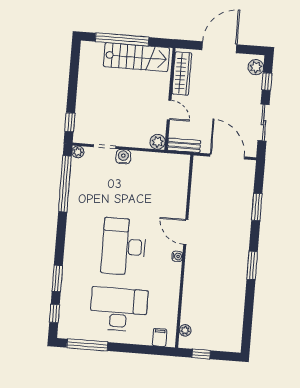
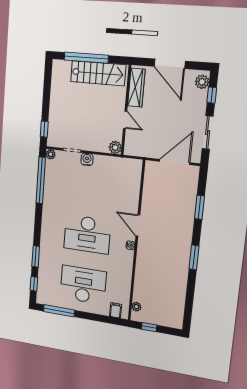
door: (219, 47) -> (170, 64), swing flipped
bench: (184, 145) -> (137, 151), removed
door: (227, 157) -> (175, 162), hinge flipped
desk: (124, 247) -> (87, 234), turned -90

